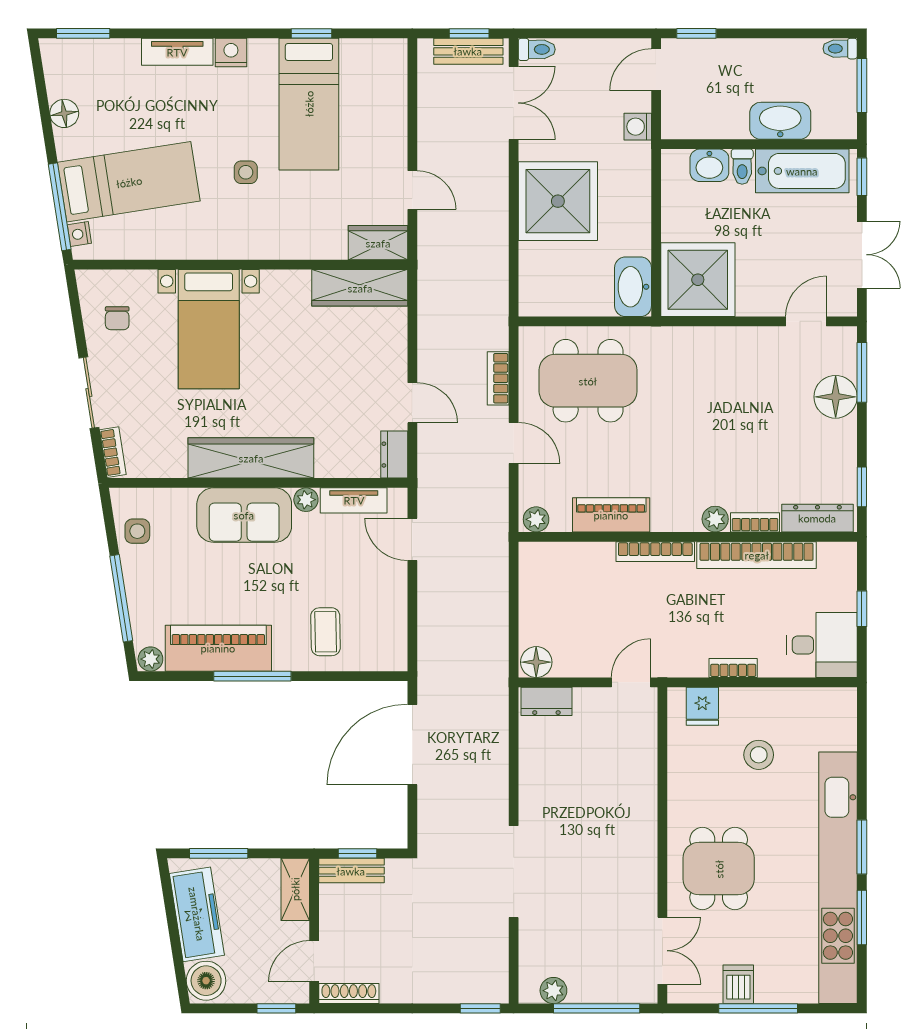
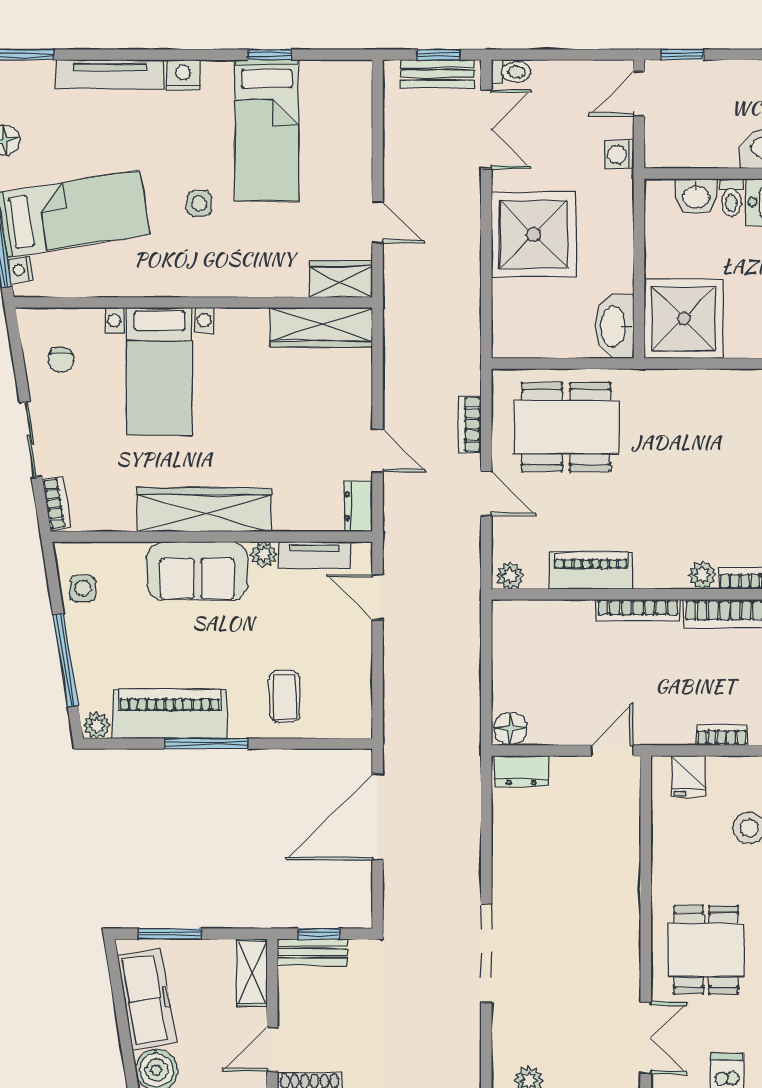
tv unit: (177, 52) -> (110, 74), width x1.41

